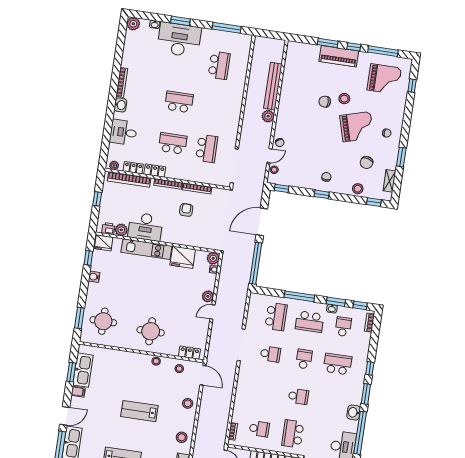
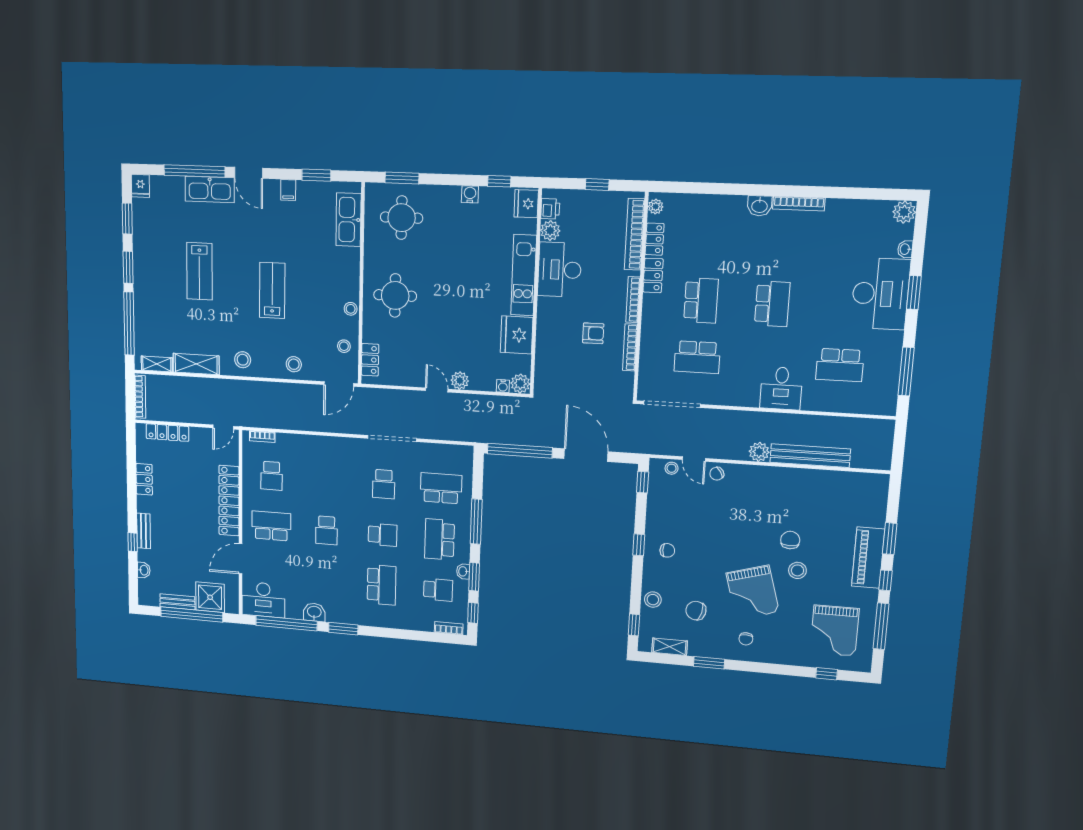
desk: (123, 132) -> (781, 388), moved, turned 180
school desk: (276, 317) -> (441, 488), turned 180
window: (370, 368) -> (381, 632), removed
kitchen sink: (83, 370) -> (349, 220), moved, turned 90

